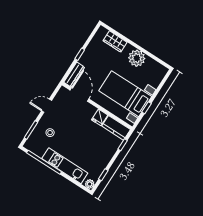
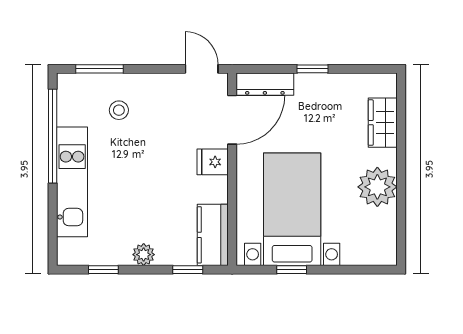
door: (47, 106) -> (202, 69), moved
fridge: (100, 117) -> (213, 162), moved
plant: (90, 184) -> (144, 255), moved

